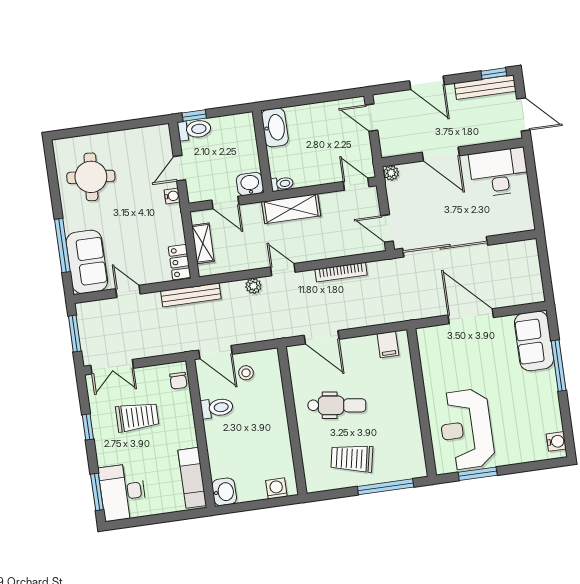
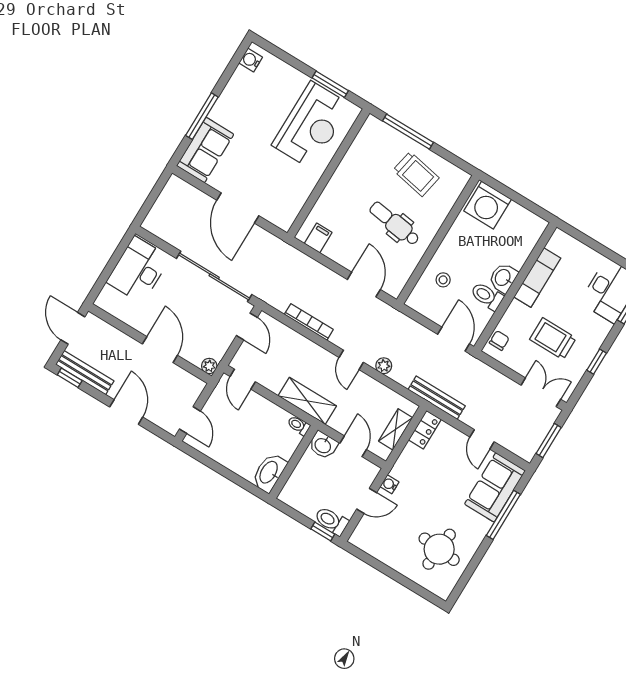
desk: (499, 172) -> (138, 270), moved, turned 90
stool: (246, 373) -> (443, 280), moved
exam couch: (192, 478) -> (537, 278), moved
washing machine: (276, 488) -> (488, 205), width x1.89, depth x1.89
washbasin: (224, 492) -> (503, 278), moved

